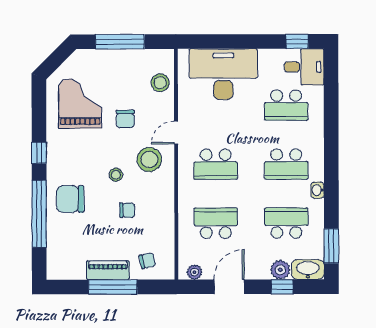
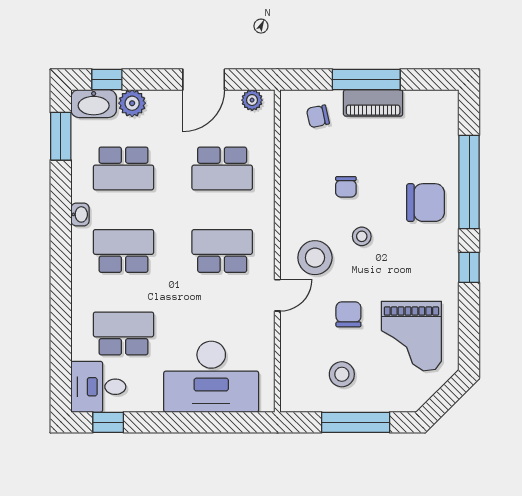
stool: (160, 83) -> (342, 374), moved
chair: (127, 210) -> (346, 187), turned -90
window: (282, 287) -> (107, 80), moved

